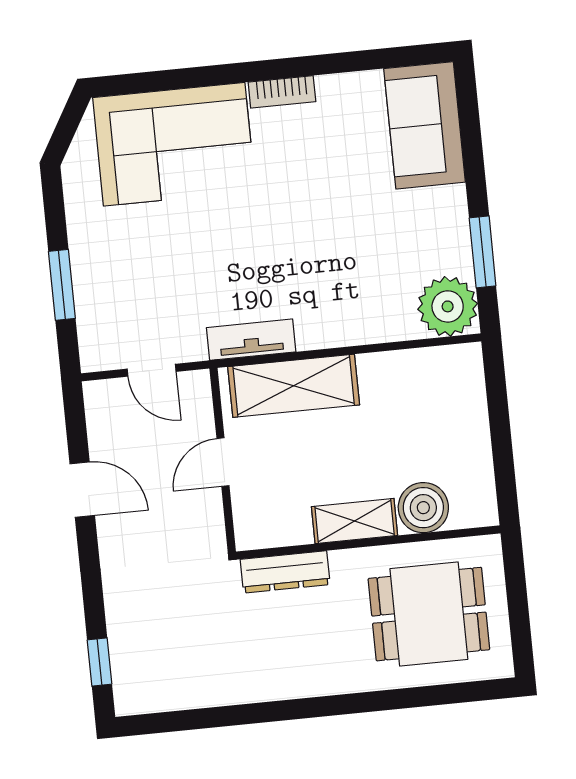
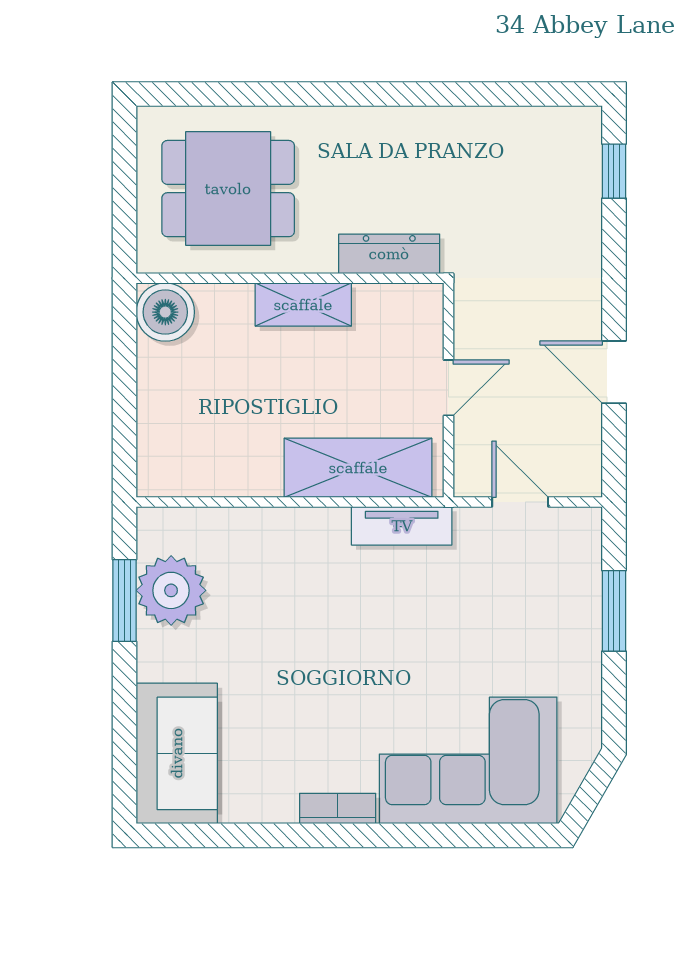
plant: (448, 306) -> (171, 590), moved
boiler: (423, 508) -> (165, 312), moved

